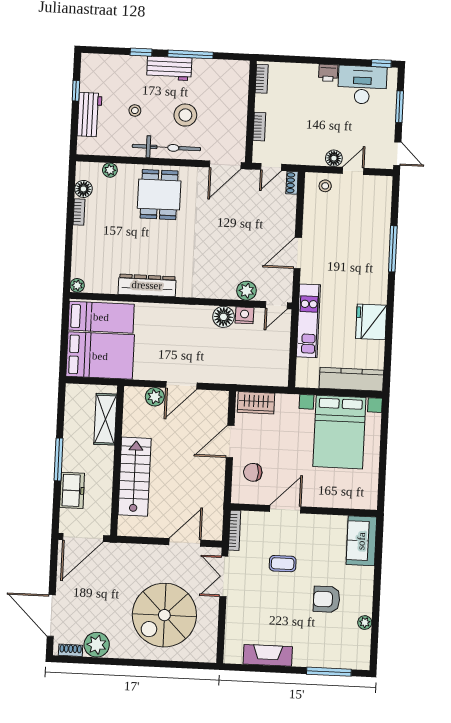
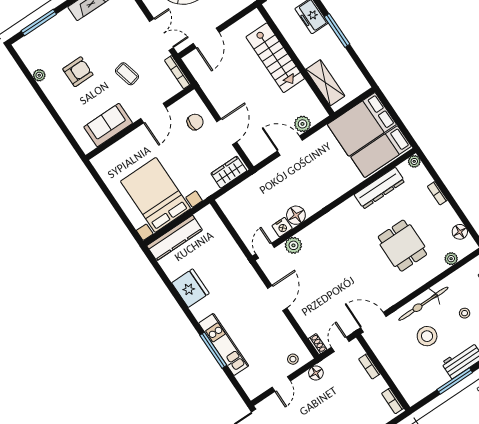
floor lamp: (334, 158) -> (316, 373), moved
door: (225, 165) -> (373, 322), hinge flipped
dining table: (159, 195) -> (402, 246), moved
bookcase: (79, 212) -> (437, 193), moved
dresser: (147, 285) -> (379, 188), moved
kitchen unit: (308, 321) -> (224, 344), moved, turned 180
door: (181, 385) -> (290, 146), hinge flipped
sofa: (361, 541) -> (108, 125), moved, turned -90
coffee table: (283, 564) -> (127, 74), turned 76

